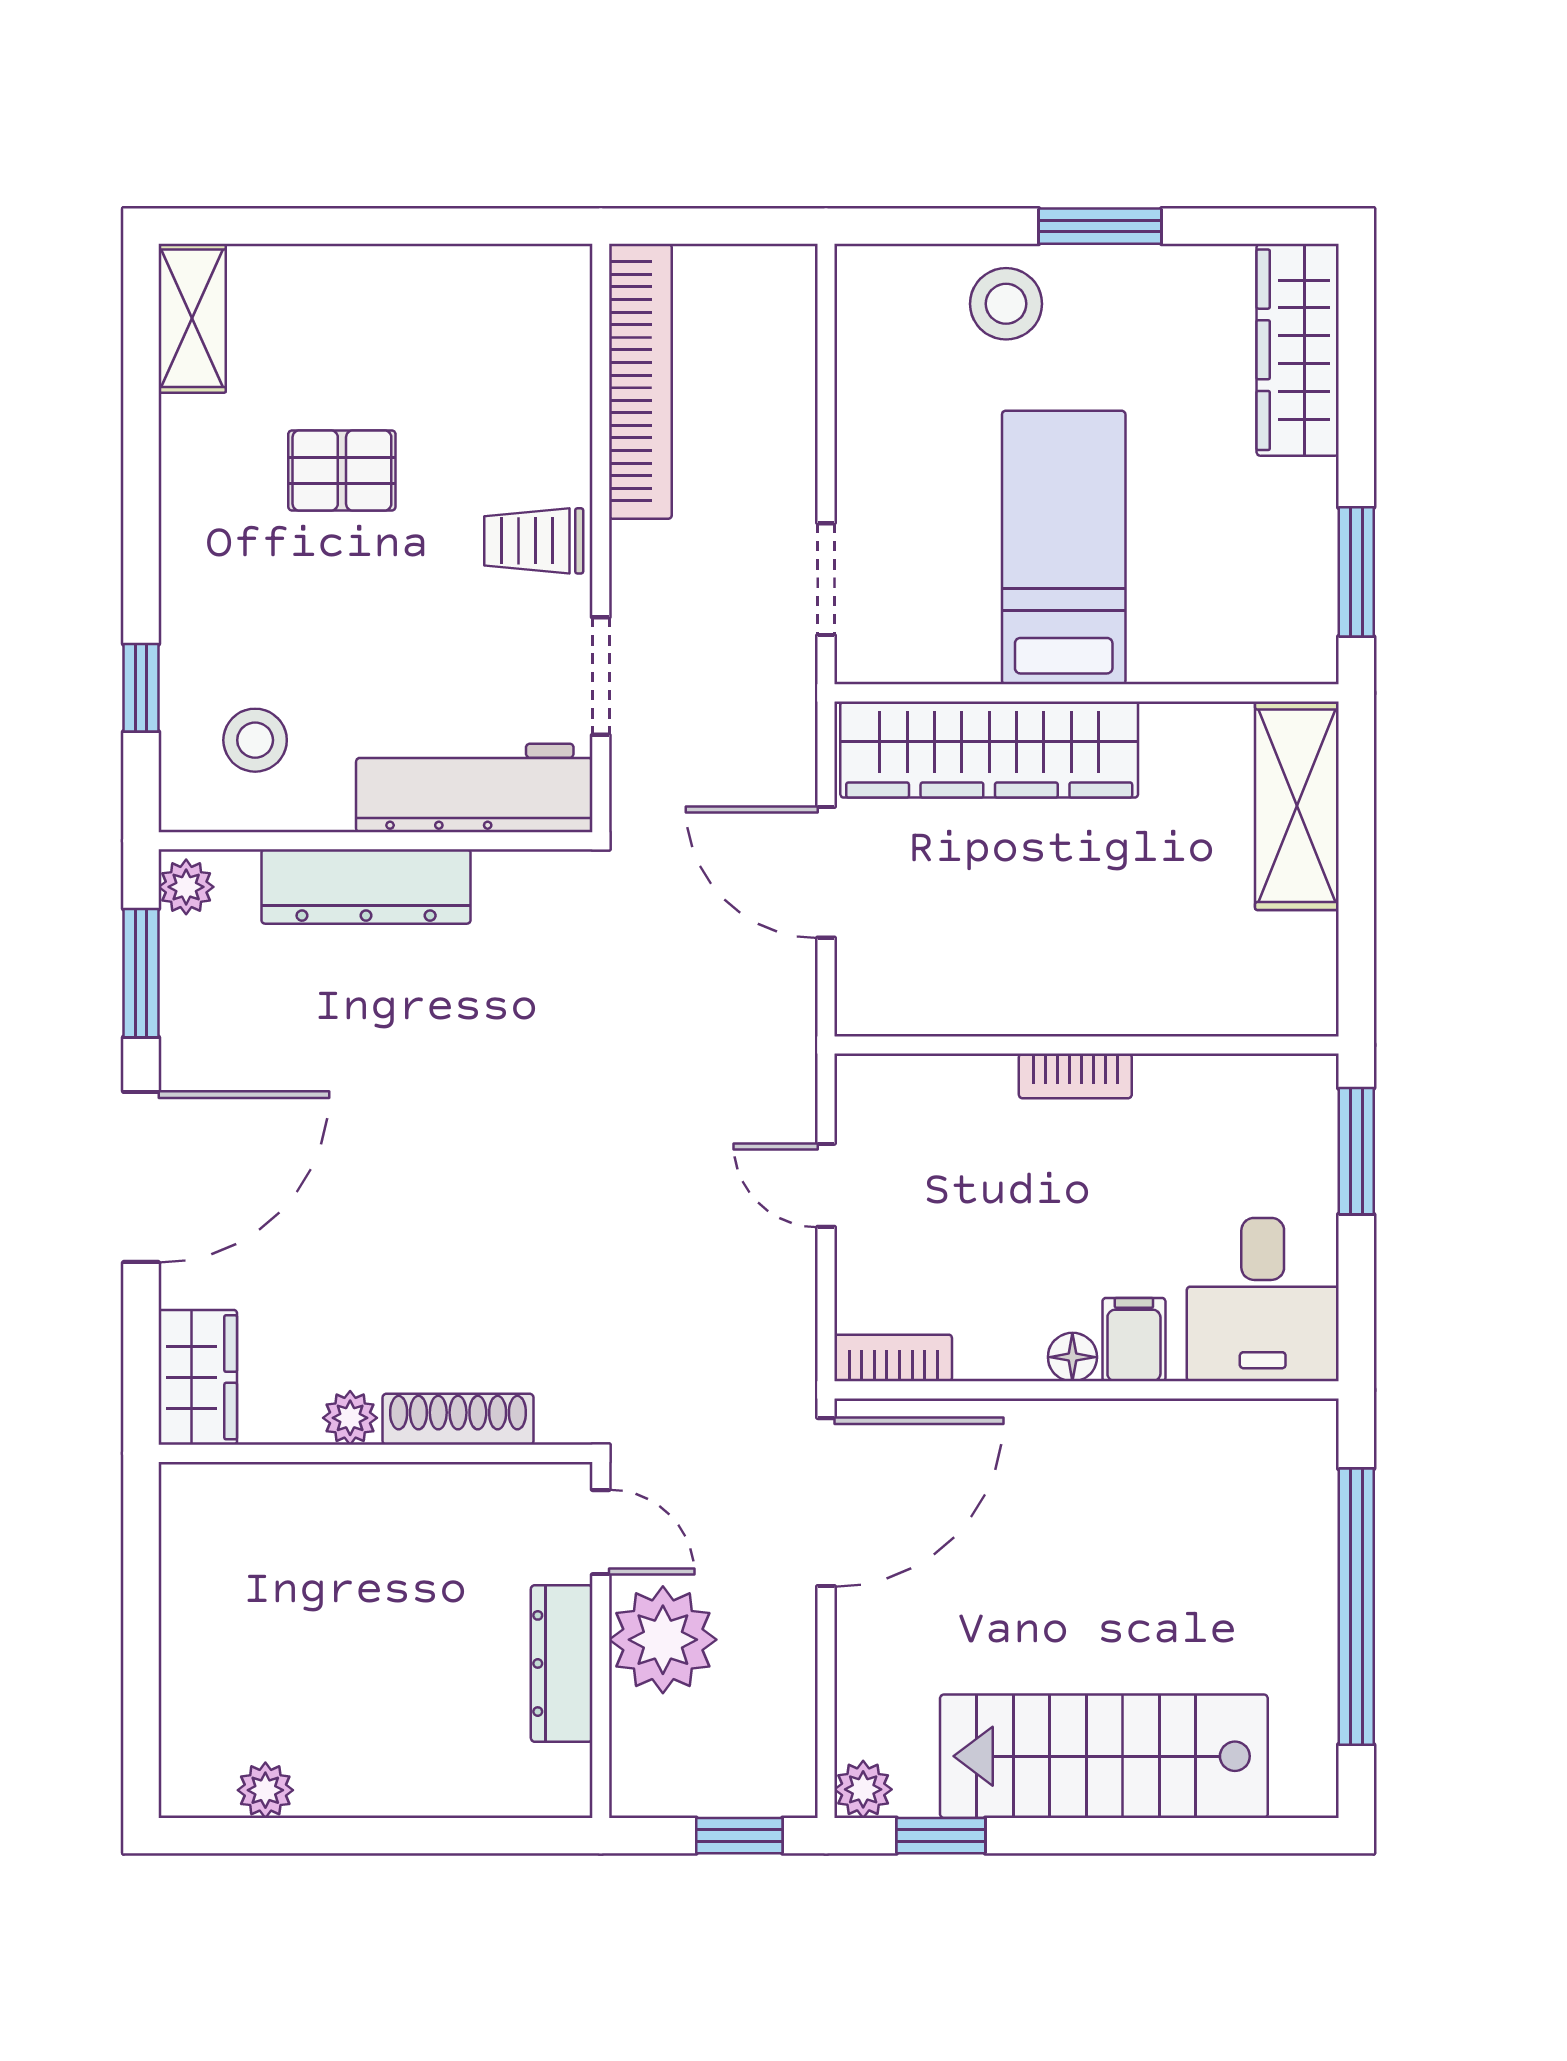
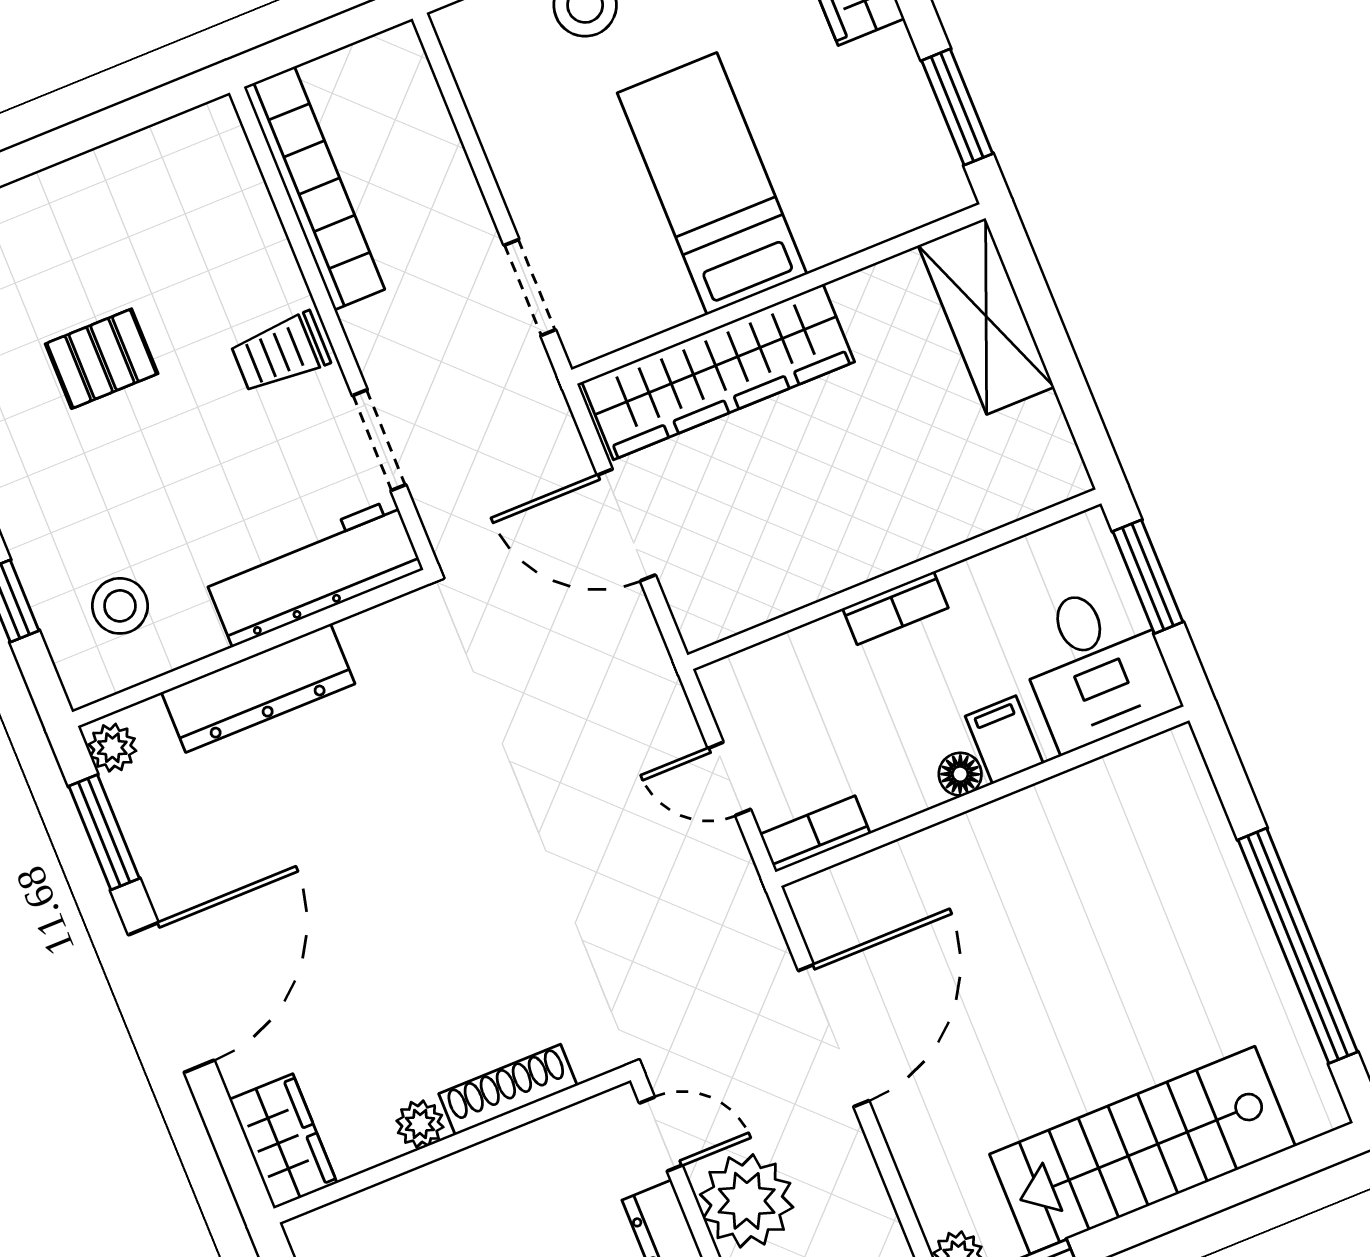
desk: (1263, 1300) -> (1095, 665), moved
filing cabinet: (1134, 1340) -> (1004, 740), moved
floor lamp: (1072, 1357) -> (960, 774), moved
bookcase: (893, 1358) -> (815, 834), moved
wall: (1087, 1390) -> (982, 796), moved

